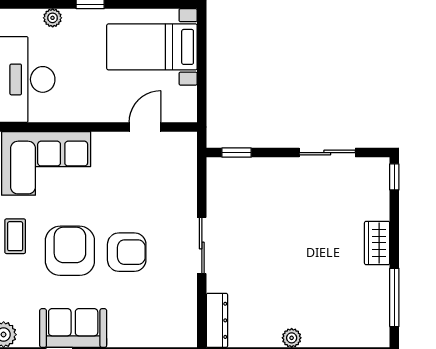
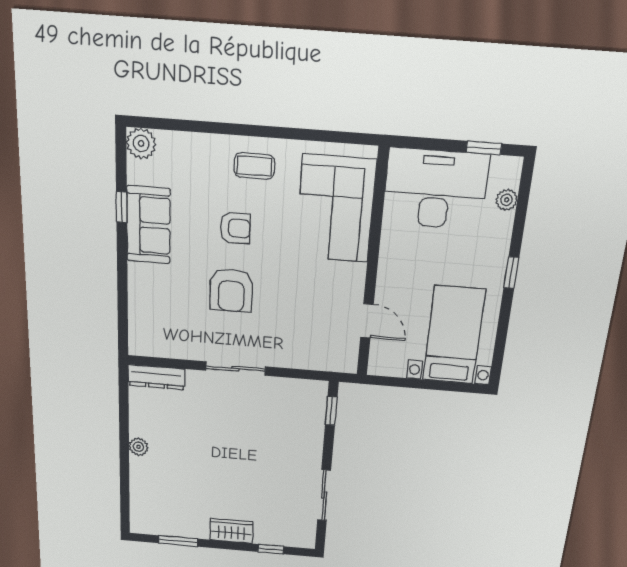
plant: (53, 18) -> (507, 200), moved
window: (394, 177) -> (271, 549), moved
armchair: (70, 251) -> (235, 228), width x0.53, depth x0.53
window: (394, 297) -> (178, 541), width x0.69

